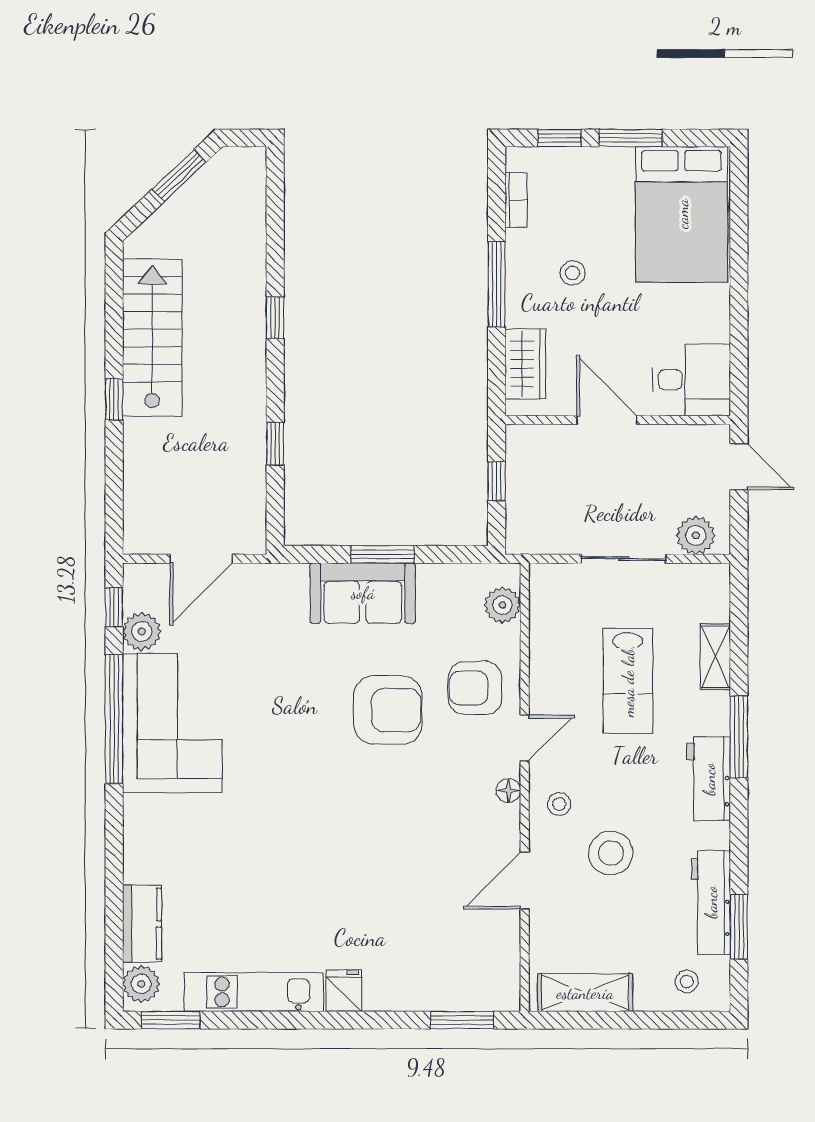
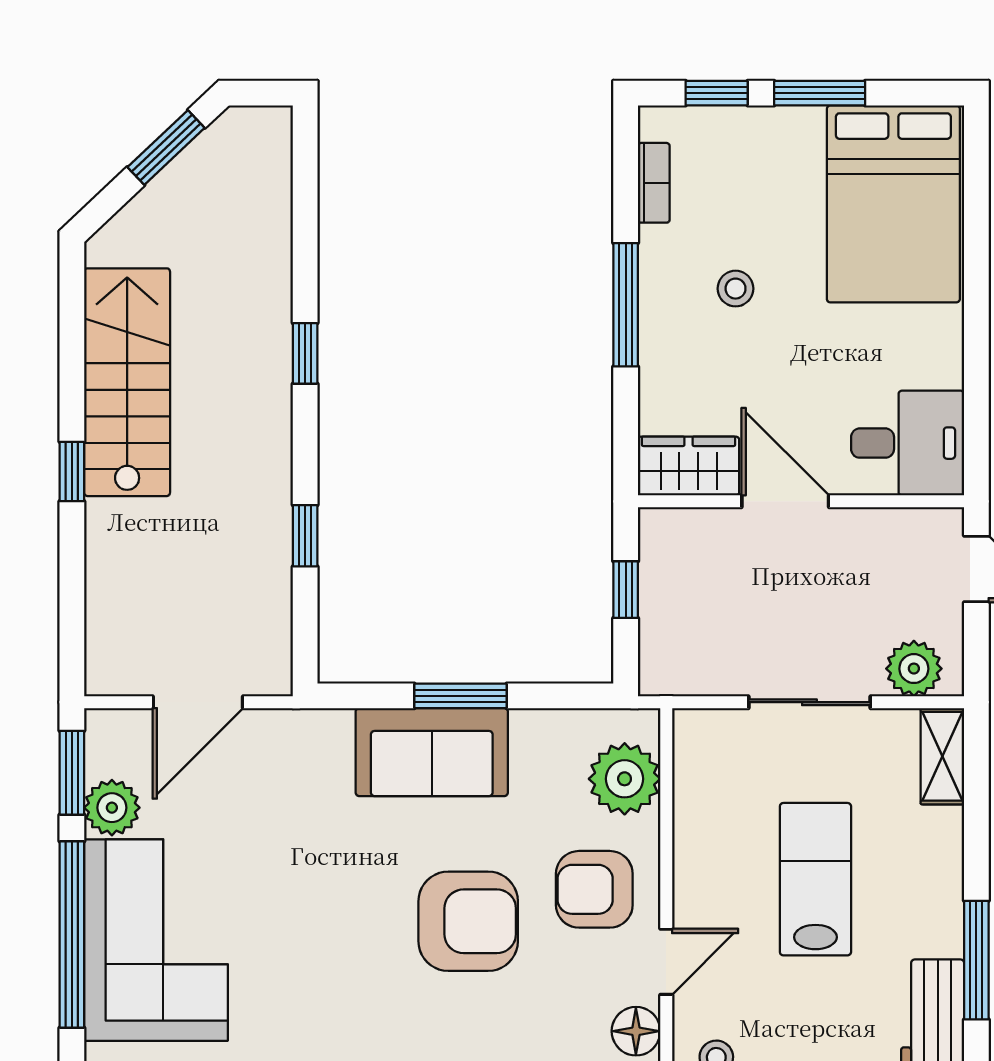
wardrobe: (525, 364) -> (689, 466), moved, turned -90
plant: (502, 605) -> (625, 779), width x1.36, depth x1.36
window: (114, 607) -> (72, 773), width x1.50
shelving: (715, 657) -> (942, 756), moved
lab bench: (628, 681) -> (815, 879), turned 180
floor lamp: (508, 791) -> (636, 1031), width x1.37, depth x1.37

